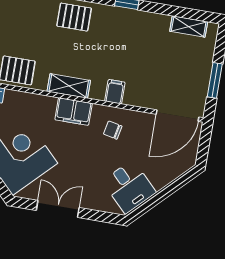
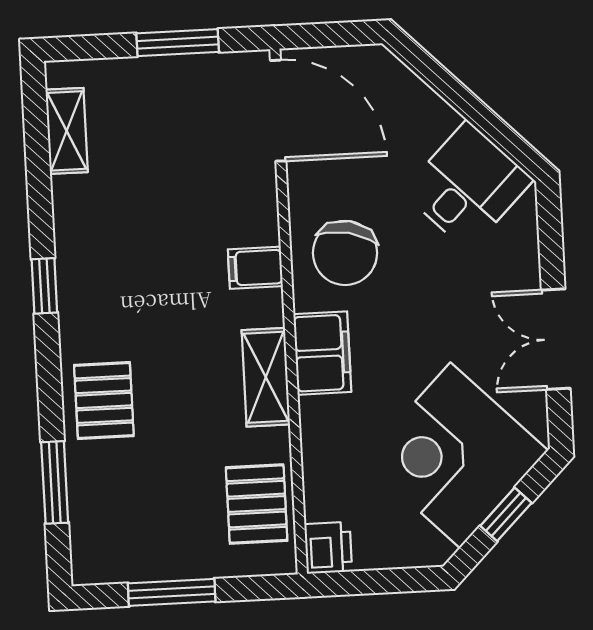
chair: (113, 130) -> (345, 253), width x1.87, depth x1.87

